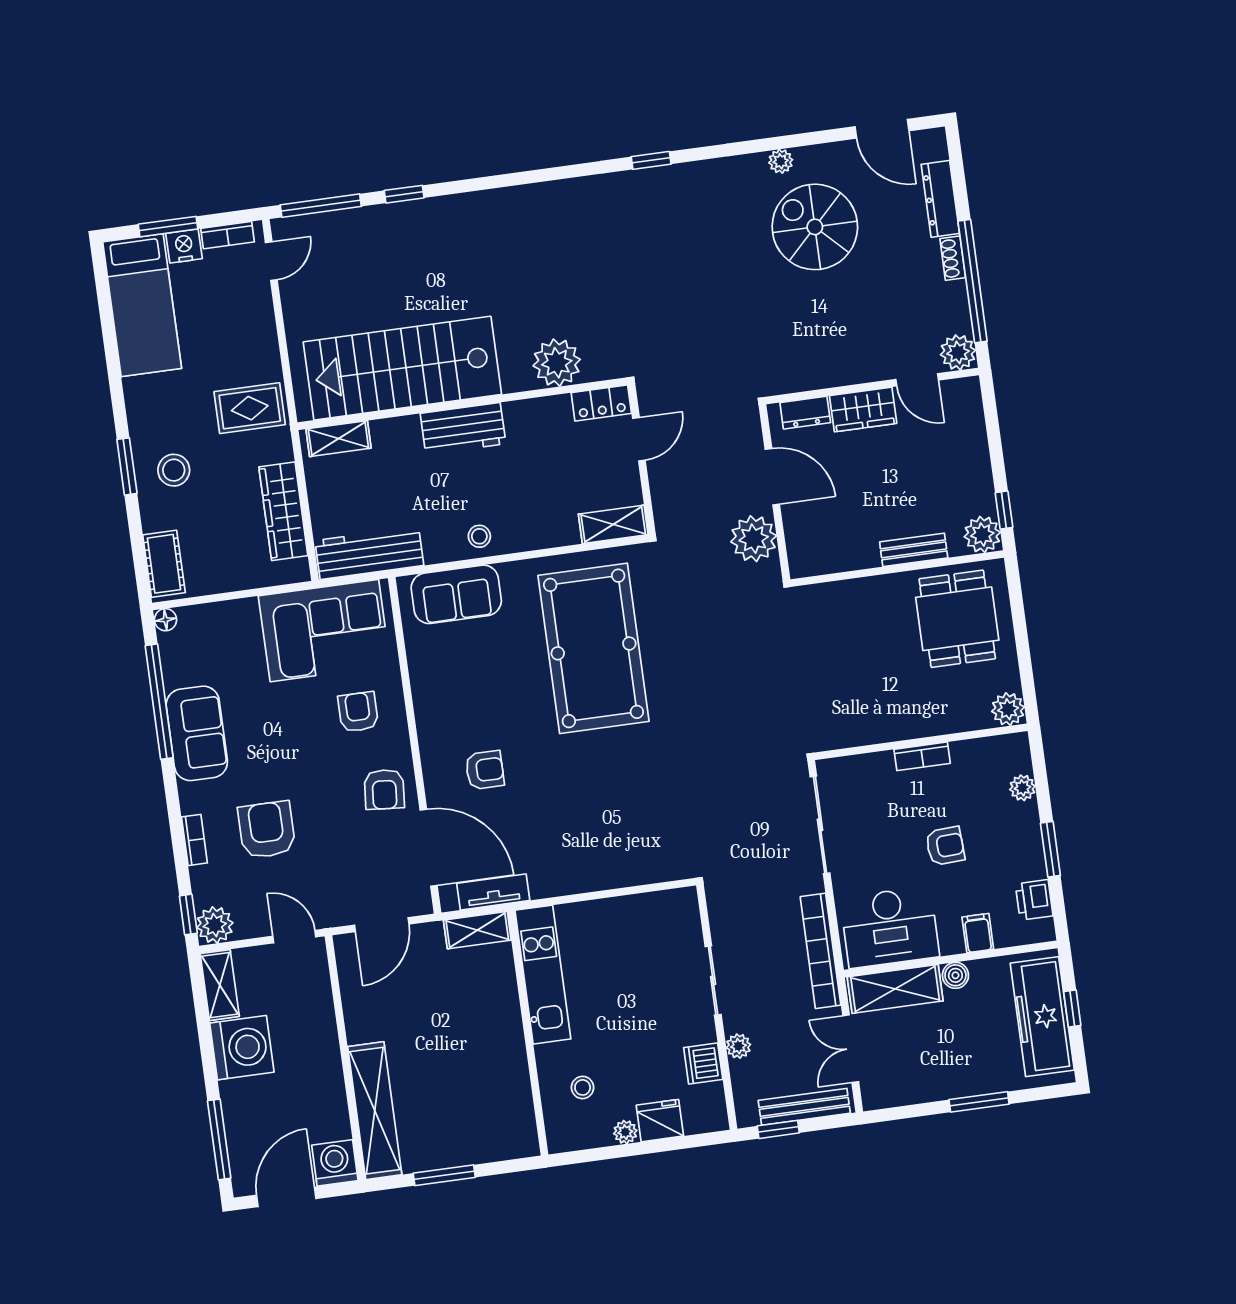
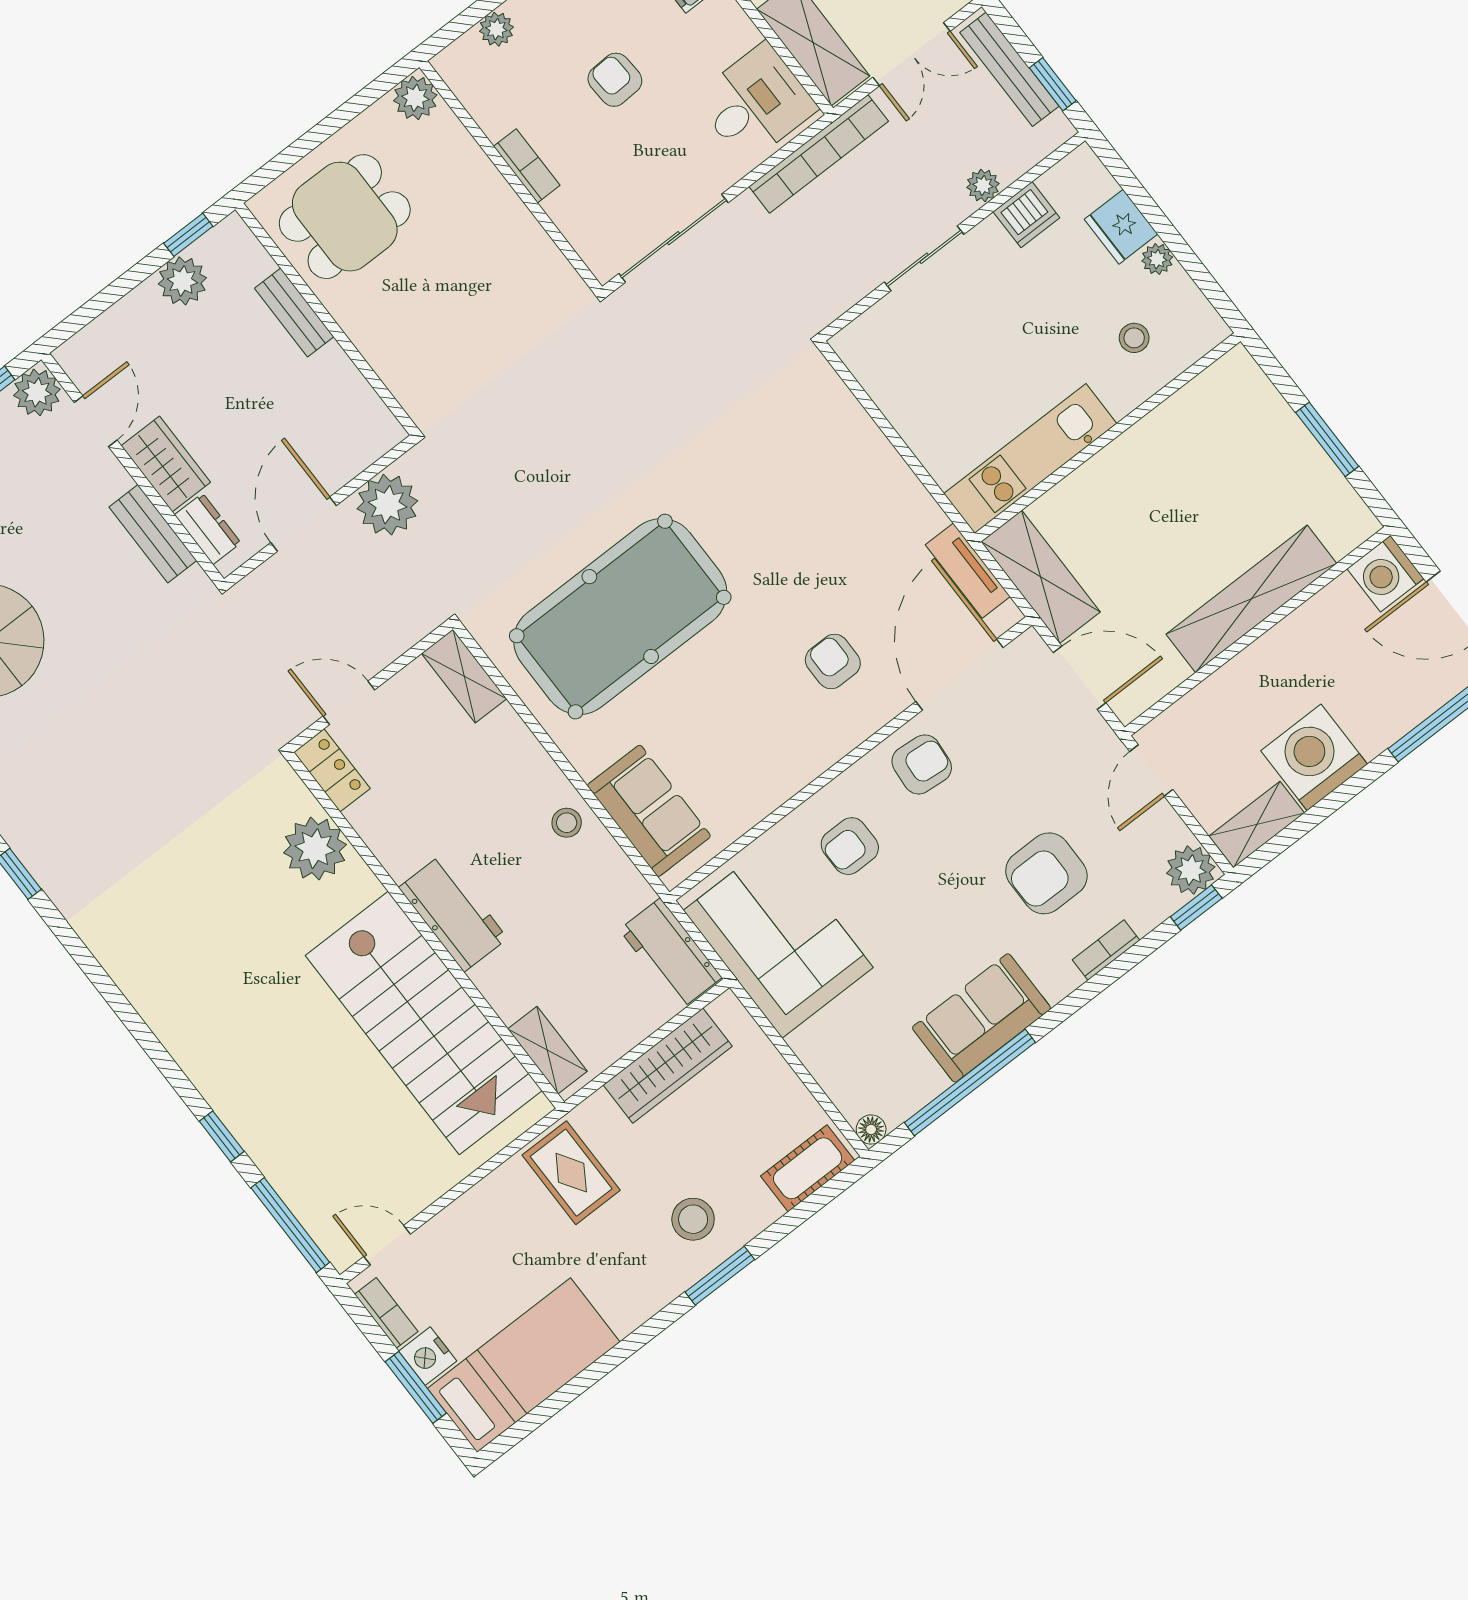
bench: (822, 375) -> (153, 534), added
plant: (982, 534) -> (182, 281), moved
workbench: (369, 553) -> (671, 953), width x0.73
desk: (890, 927) -> (755, 103), width x0.73
shelving: (477, 930) -> (1041, 577), width x1.50, depth x1.33
shelving: (375, 1111) -> (1251, 599), moved

